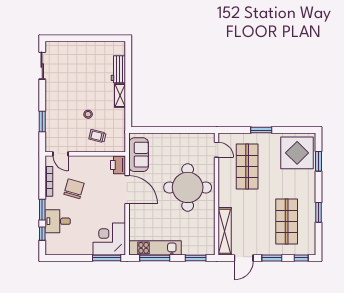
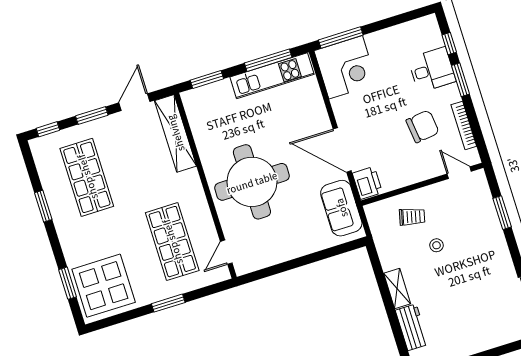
door: (217, 150) -> (226, 252), hinge flipped
chair: (74, 189) -> (423, 126), turned -113

